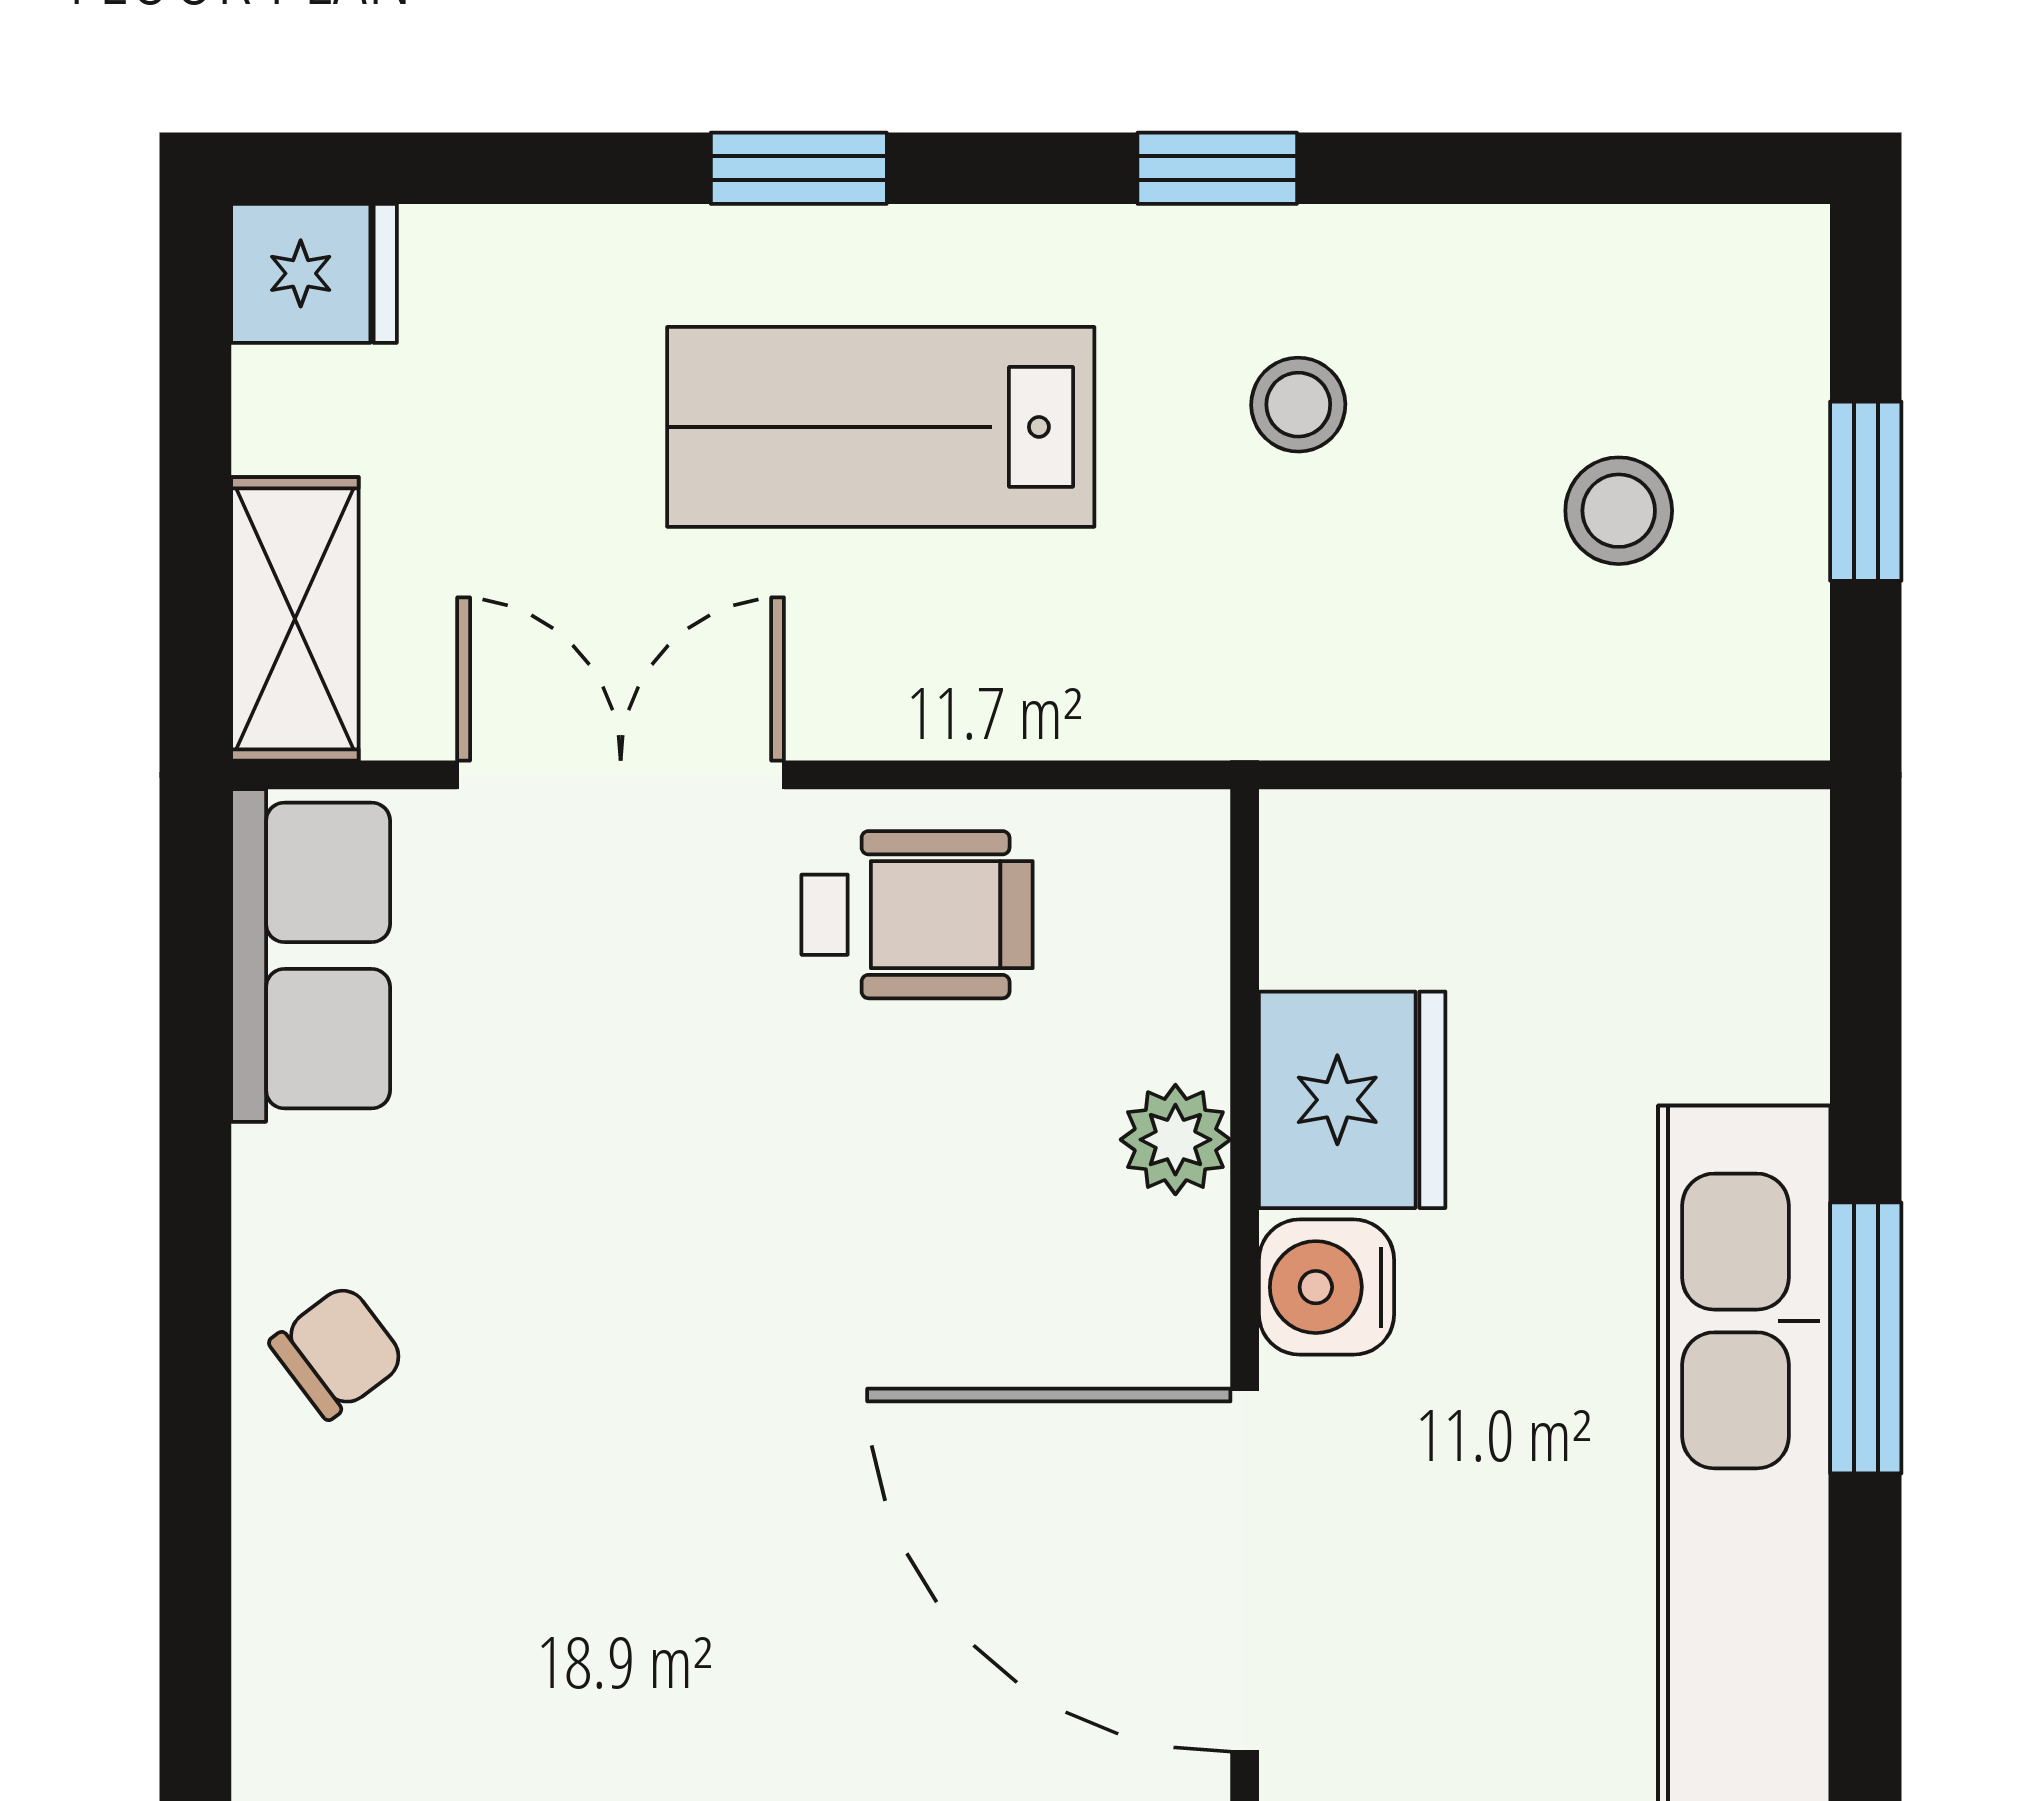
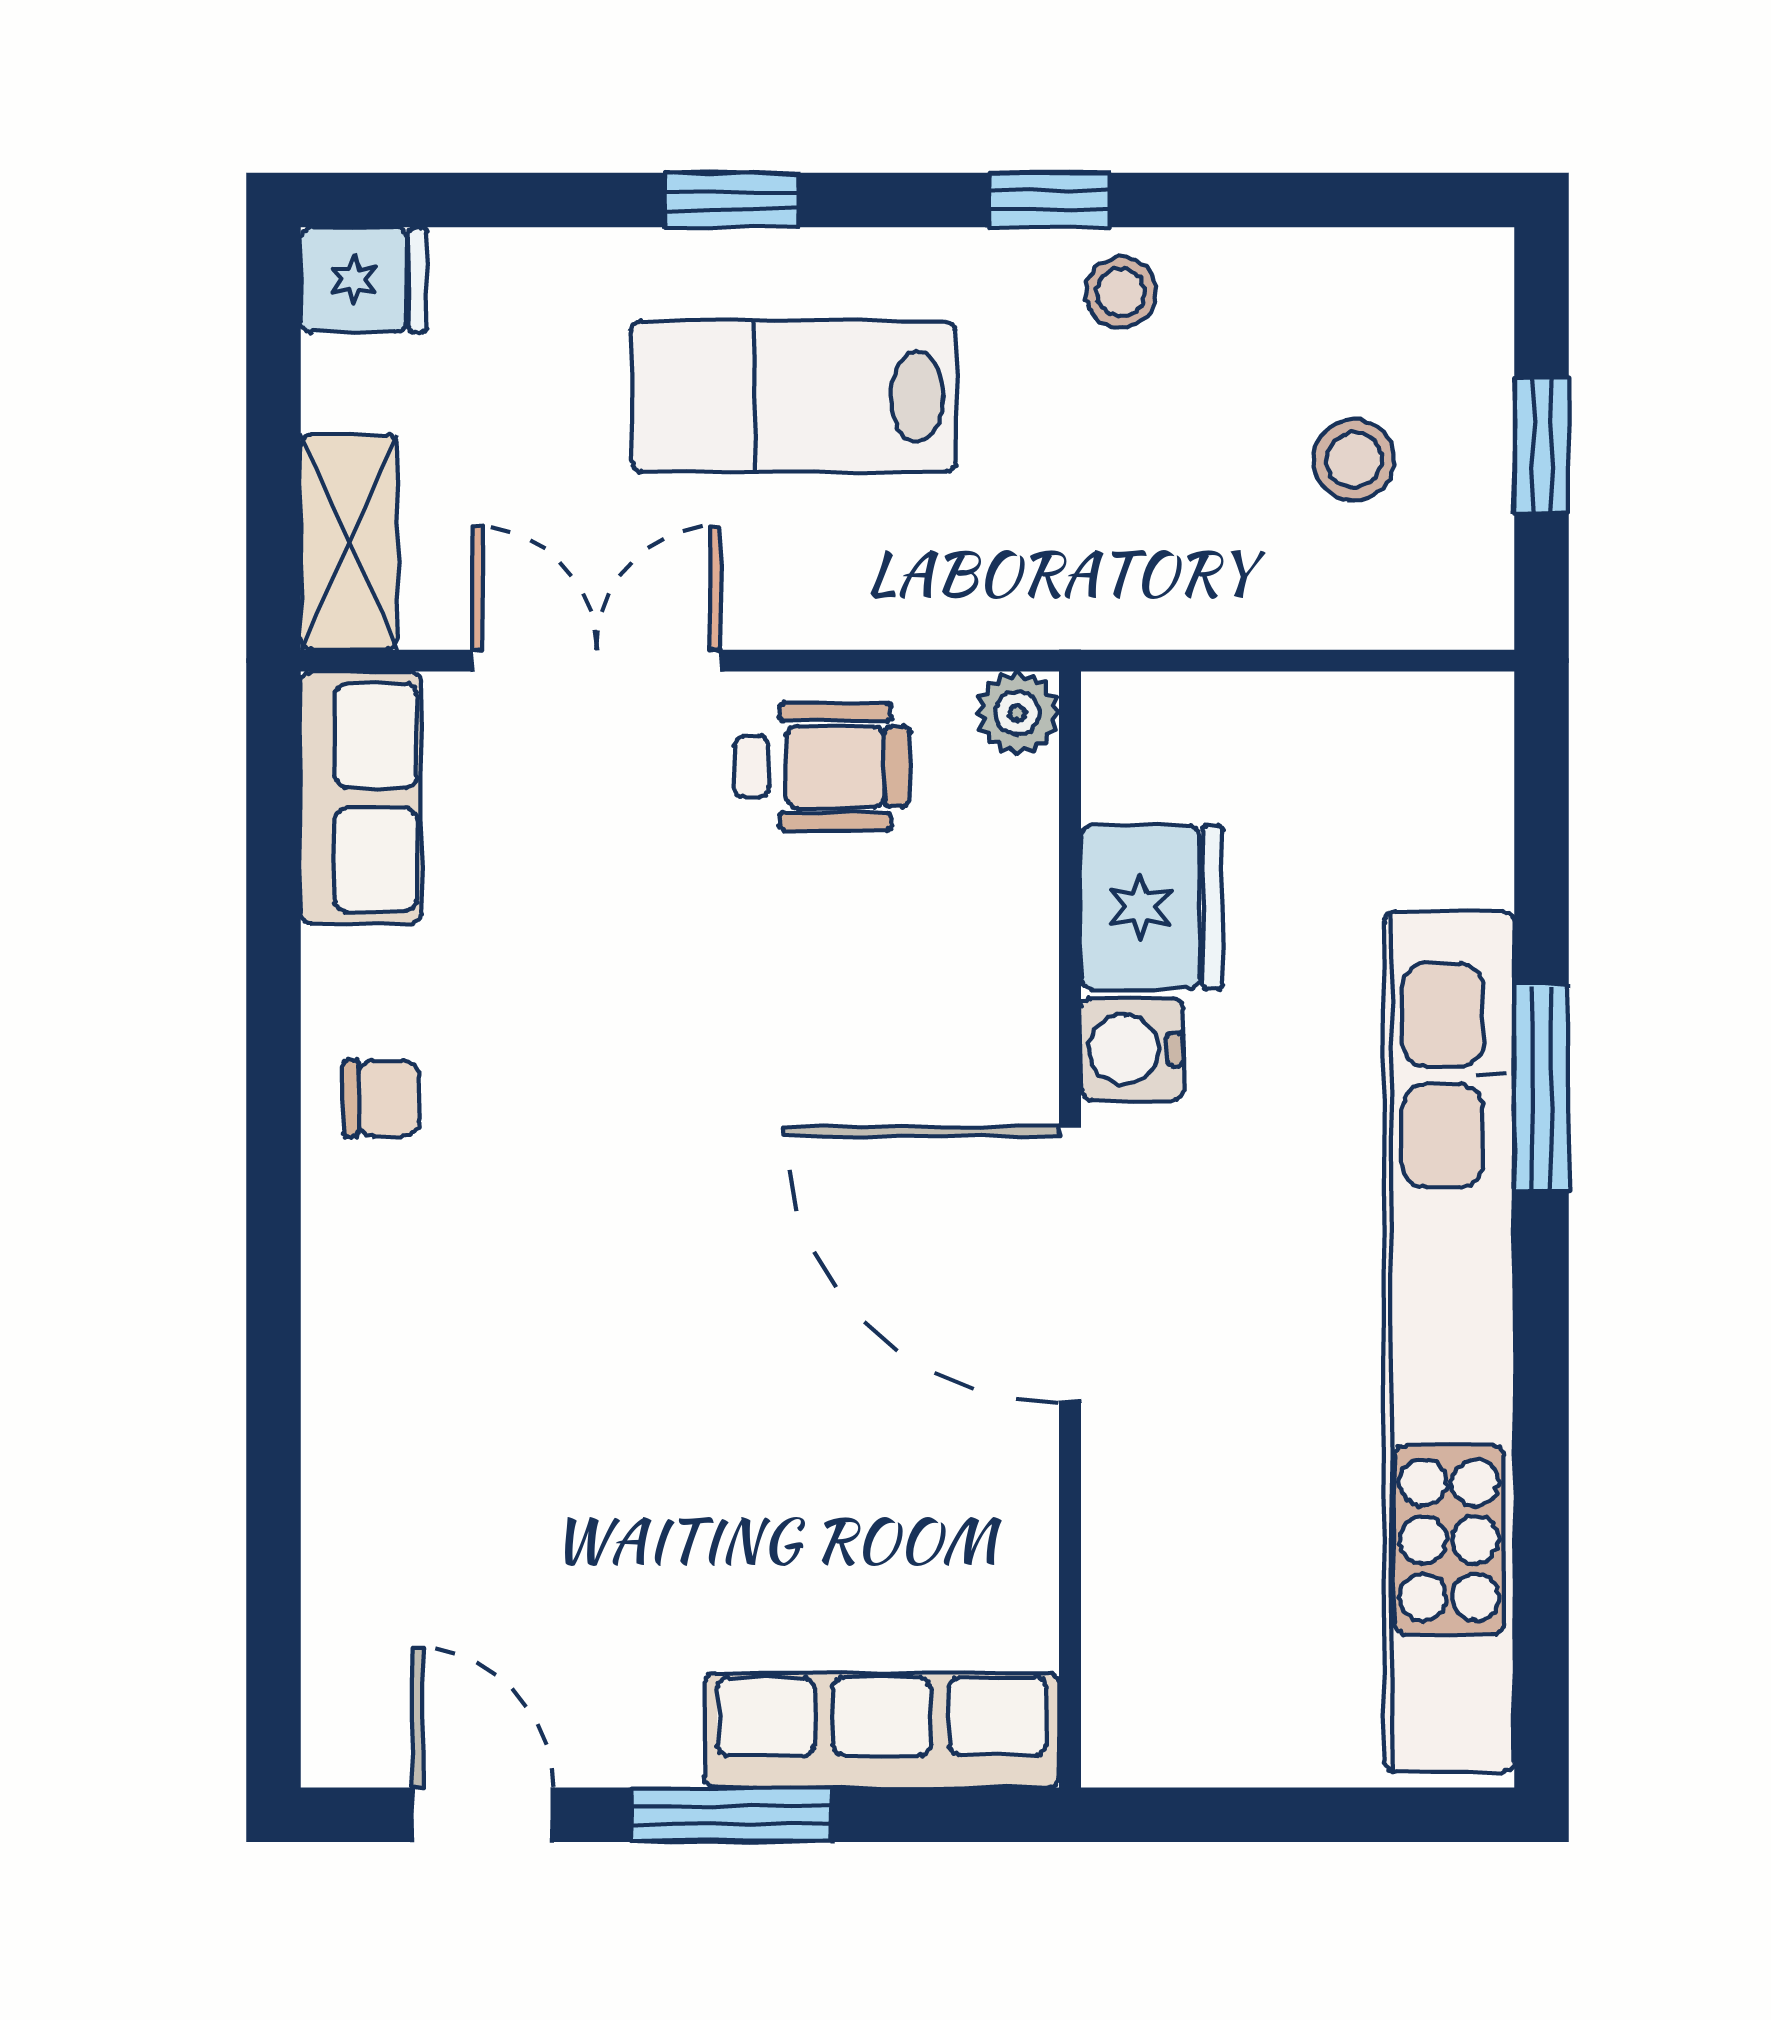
stool: (1298, 405) -> (1121, 292), moved
plant: (1175, 1140) -> (1017, 713), moved
chair: (338, 1352) -> (381, 1098), turned 37

